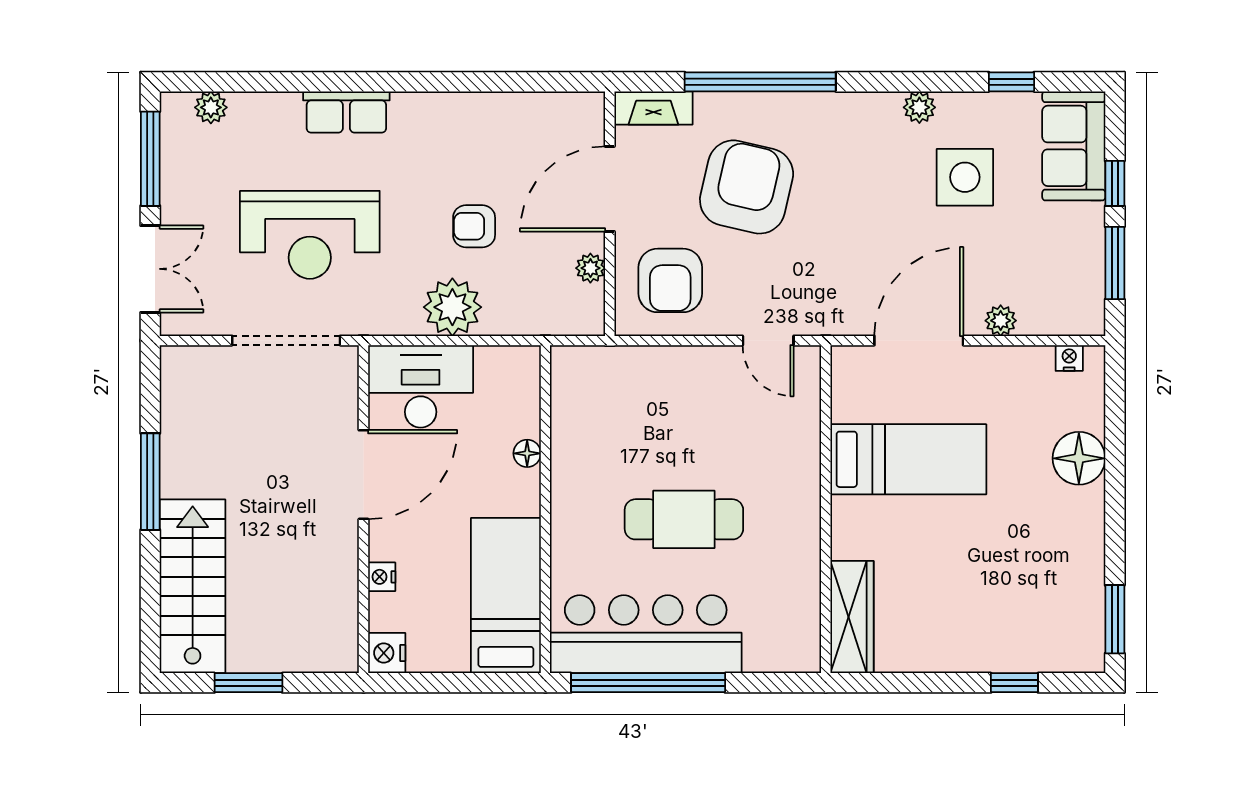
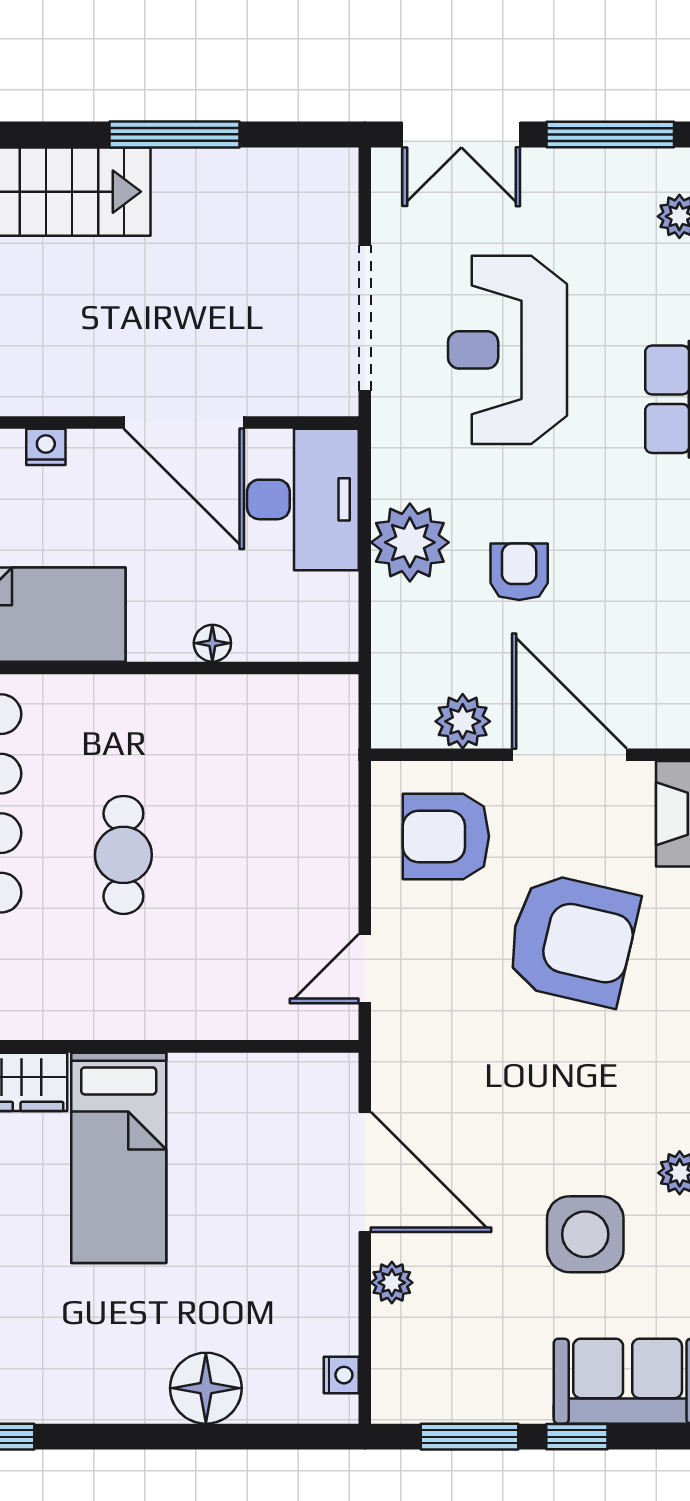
plant: (590, 268) -> (463, 721), width x1.38, depth x1.38
bed: (908, 459) -> (119, 1158), moved
cafe table: (684, 519) -> (123, 855), width x0.73, depth x0.74

